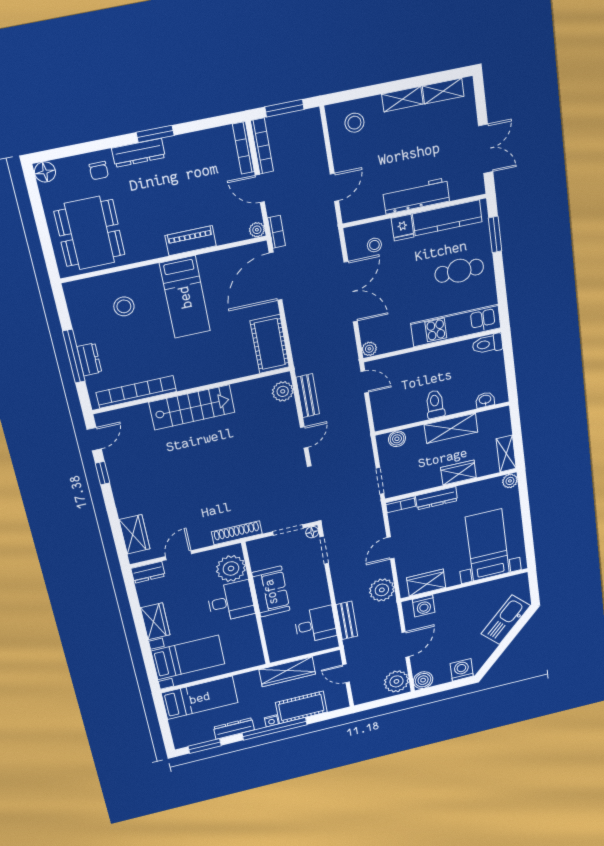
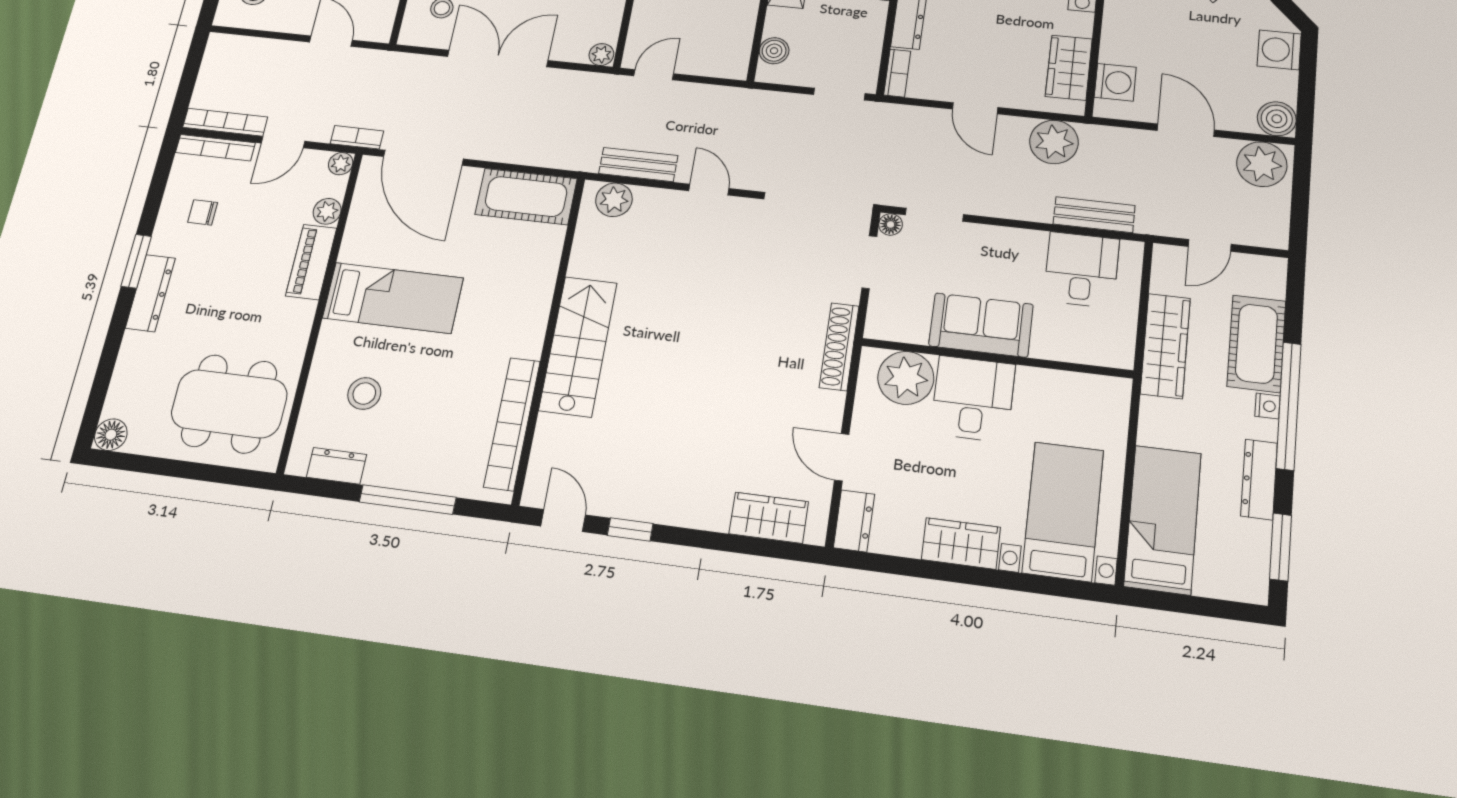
window: (285, 108) -> (189, 78), removed
chair: (99, 171) -> (203, 212), moved, turned 180
plant: (225, 235) -> (327, 211), added
dresser: (89, 359) -> (336, 466), moved

